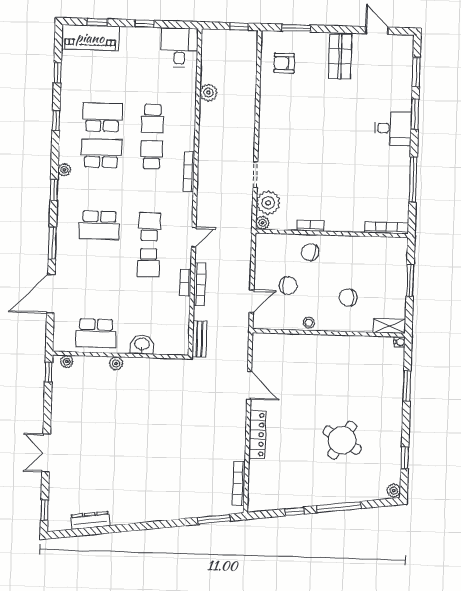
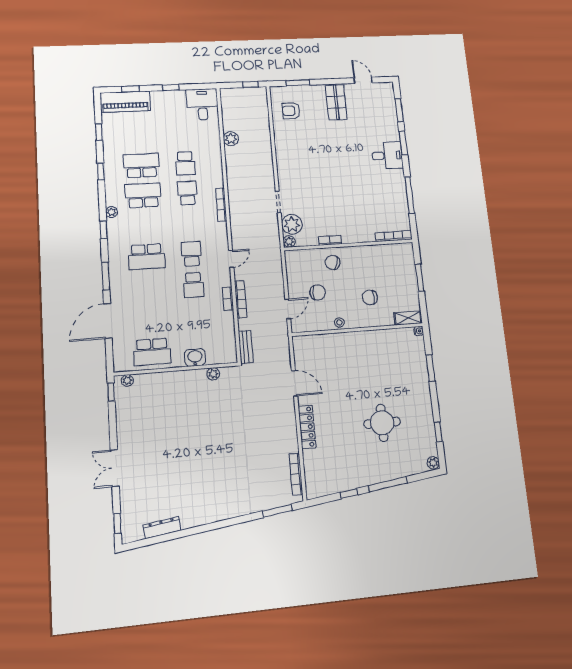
plant: (116, 363) -> (213, 374), moved
round table: (342, 440) -> (382, 423), turned -31

